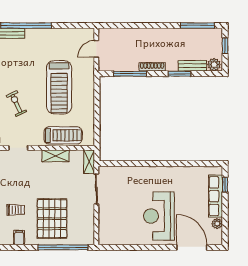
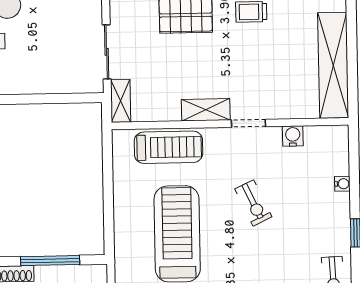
treadmill: (63, 135) -> (168, 147), turned 180
shelving: (56, 156) -> (206, 110), moved

